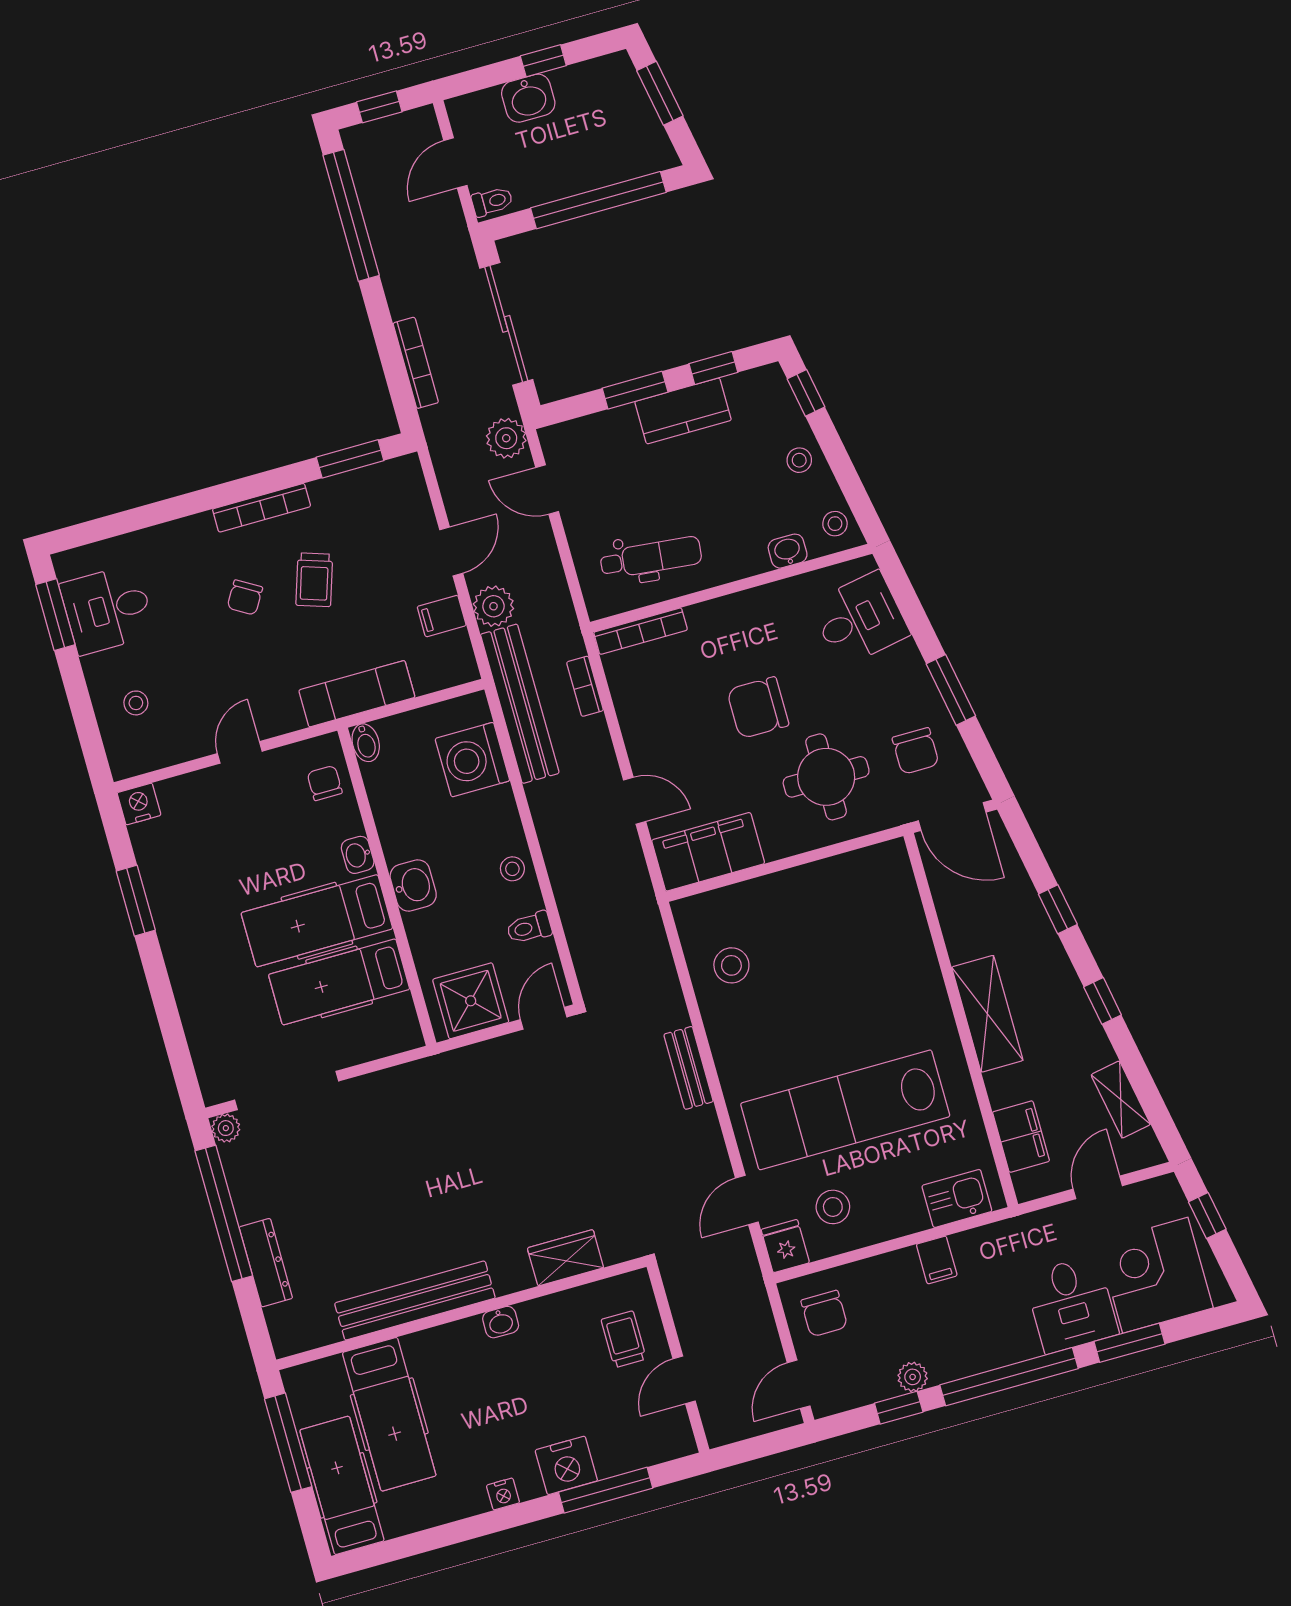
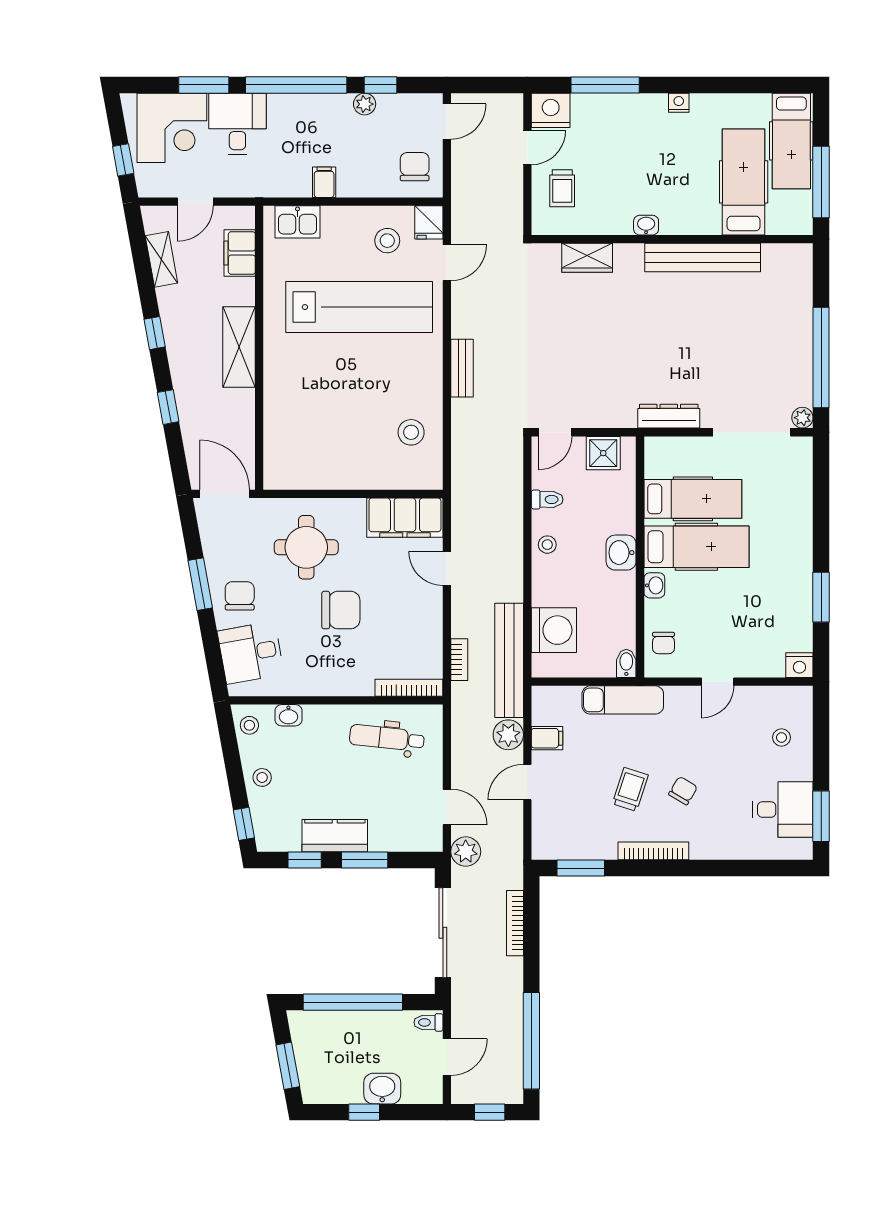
chair: (916, 751) -> (240, 596), moved
shower: (471, 1001) -> (603, 453), width x0.73, depth x0.73
dresser: (266, 1263) -> (669, 416), moved, turned 90
nightstand: (566, 1465) -> (551, 110), moved

